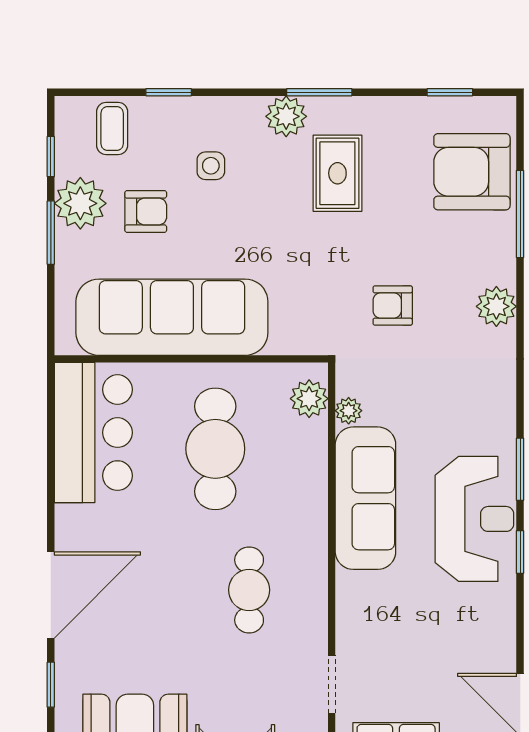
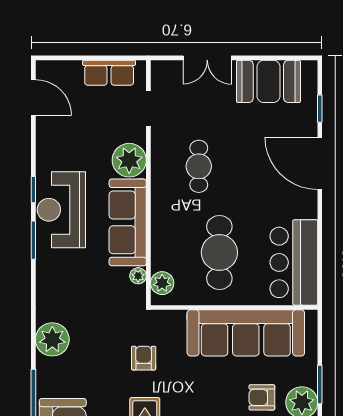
armchair: (393, 306) -> (144, 358), moved, turned -90
plant: (496, 306) -> (52, 339), width x1.36, depth x1.36
door: (51, 595) -> (320, 163), hinge flipped
plant: (363, 600) -> (129, 160), added

